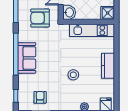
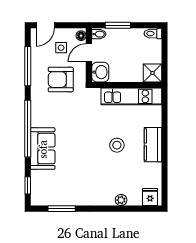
sofa: (27, 58) -> (43, 149), moved
stool: (73, 75) -> (117, 145), moved
armchair: (40, 97) -> (61, 187), removed

